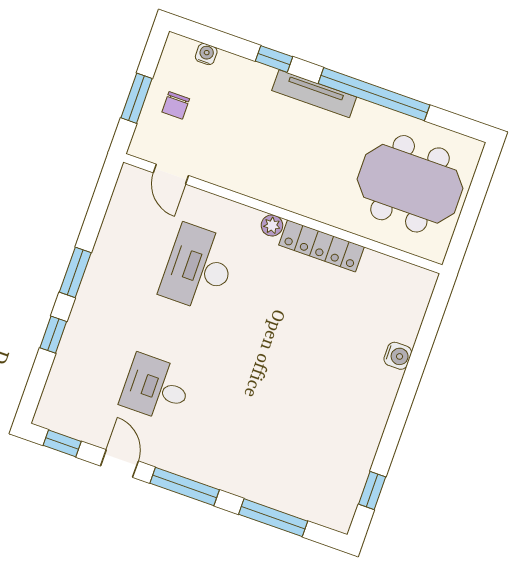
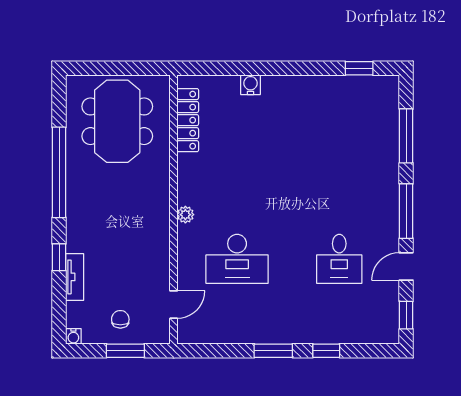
water cooler: (206, 54) -> (73, 336), moved, turned -90
tv unit: (314, 94) -> (75, 277), moved, width x0.71
chair: (176, 105) -> (120, 319), turned -90
locker: (322, 246) -> (188, 120), moved

